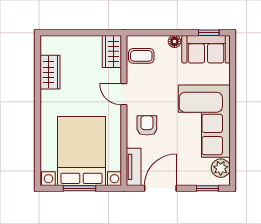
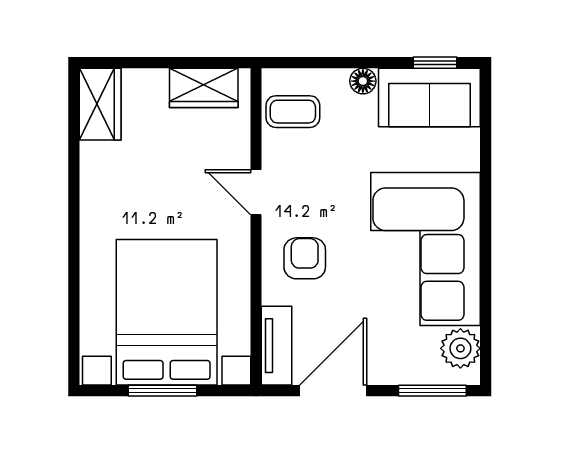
wardrobe: (112, 51) -> (204, 88), moved, turned -90
wardrobe: (50, 72) -> (100, 104), moved
window: (207, 188) -> (432, 391), width x1.50

